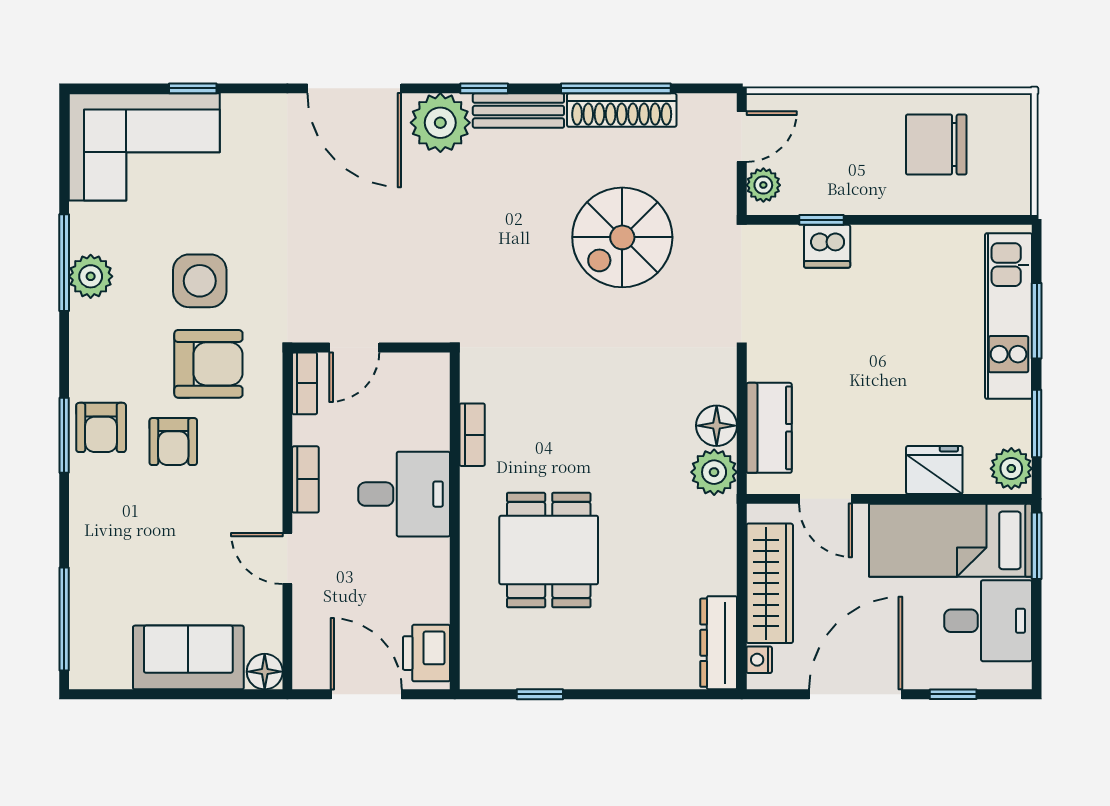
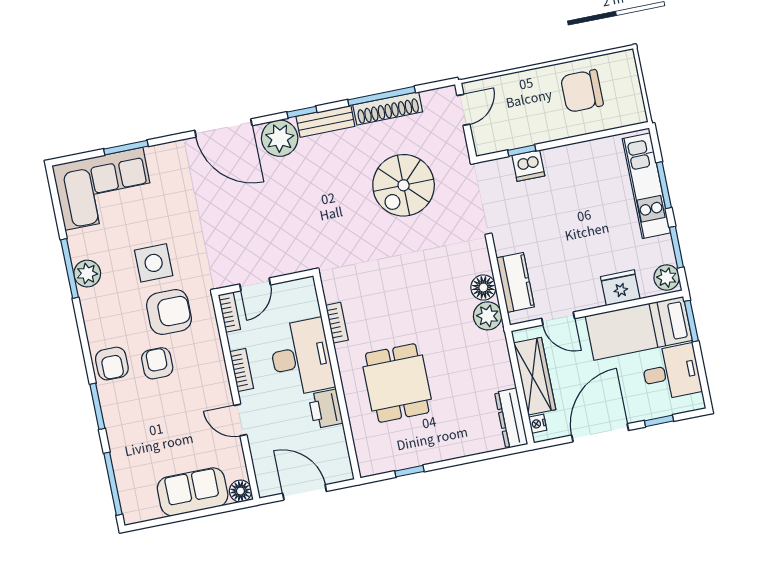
window: (193, 88) -> (126, 148), width x1.50
plant: (763, 185) -> (482, 136), removed
window: (64, 435) -> (97, 406), moved
armchair: (173, 442) -> (157, 363), turned 180
desk: (404, 494) -> (301, 357), width x1.37
printer: (426, 653) -> (326, 409), moved

